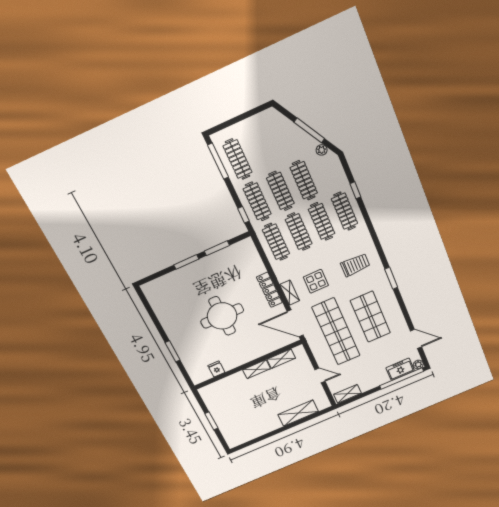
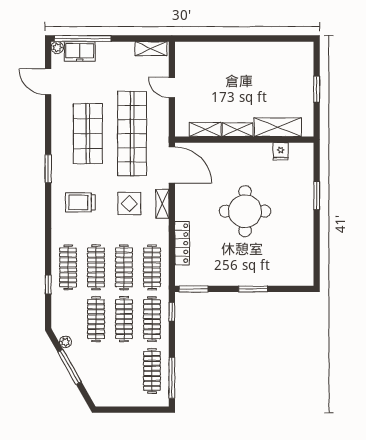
window: (217, 248) -> (194, 289), moved
locker: (269, 290) -> (182, 243), moved
shelving: (298, 413) -> (278, 127), moved

